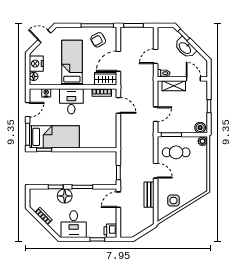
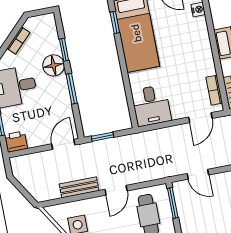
desk: (71, 101) -> (151, 106), moved, turned 90
door: (118, 200) -> (63, 144), hinge flipped

